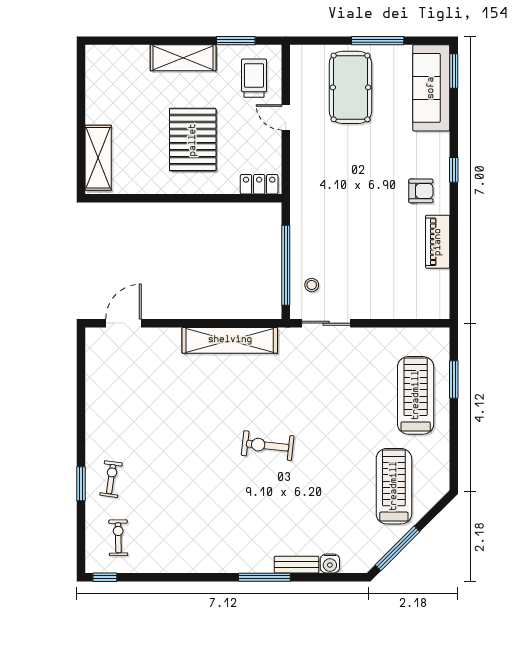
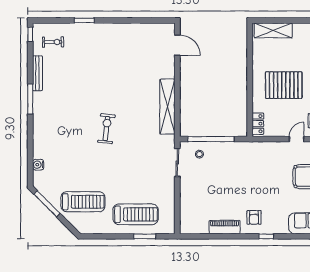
exercise bike: (111, 479) -> (87, 38), removed
bench: (297, 565) -> (37, 73), moved, width x1.36
window: (264, 577) -> (30, 99), moved

